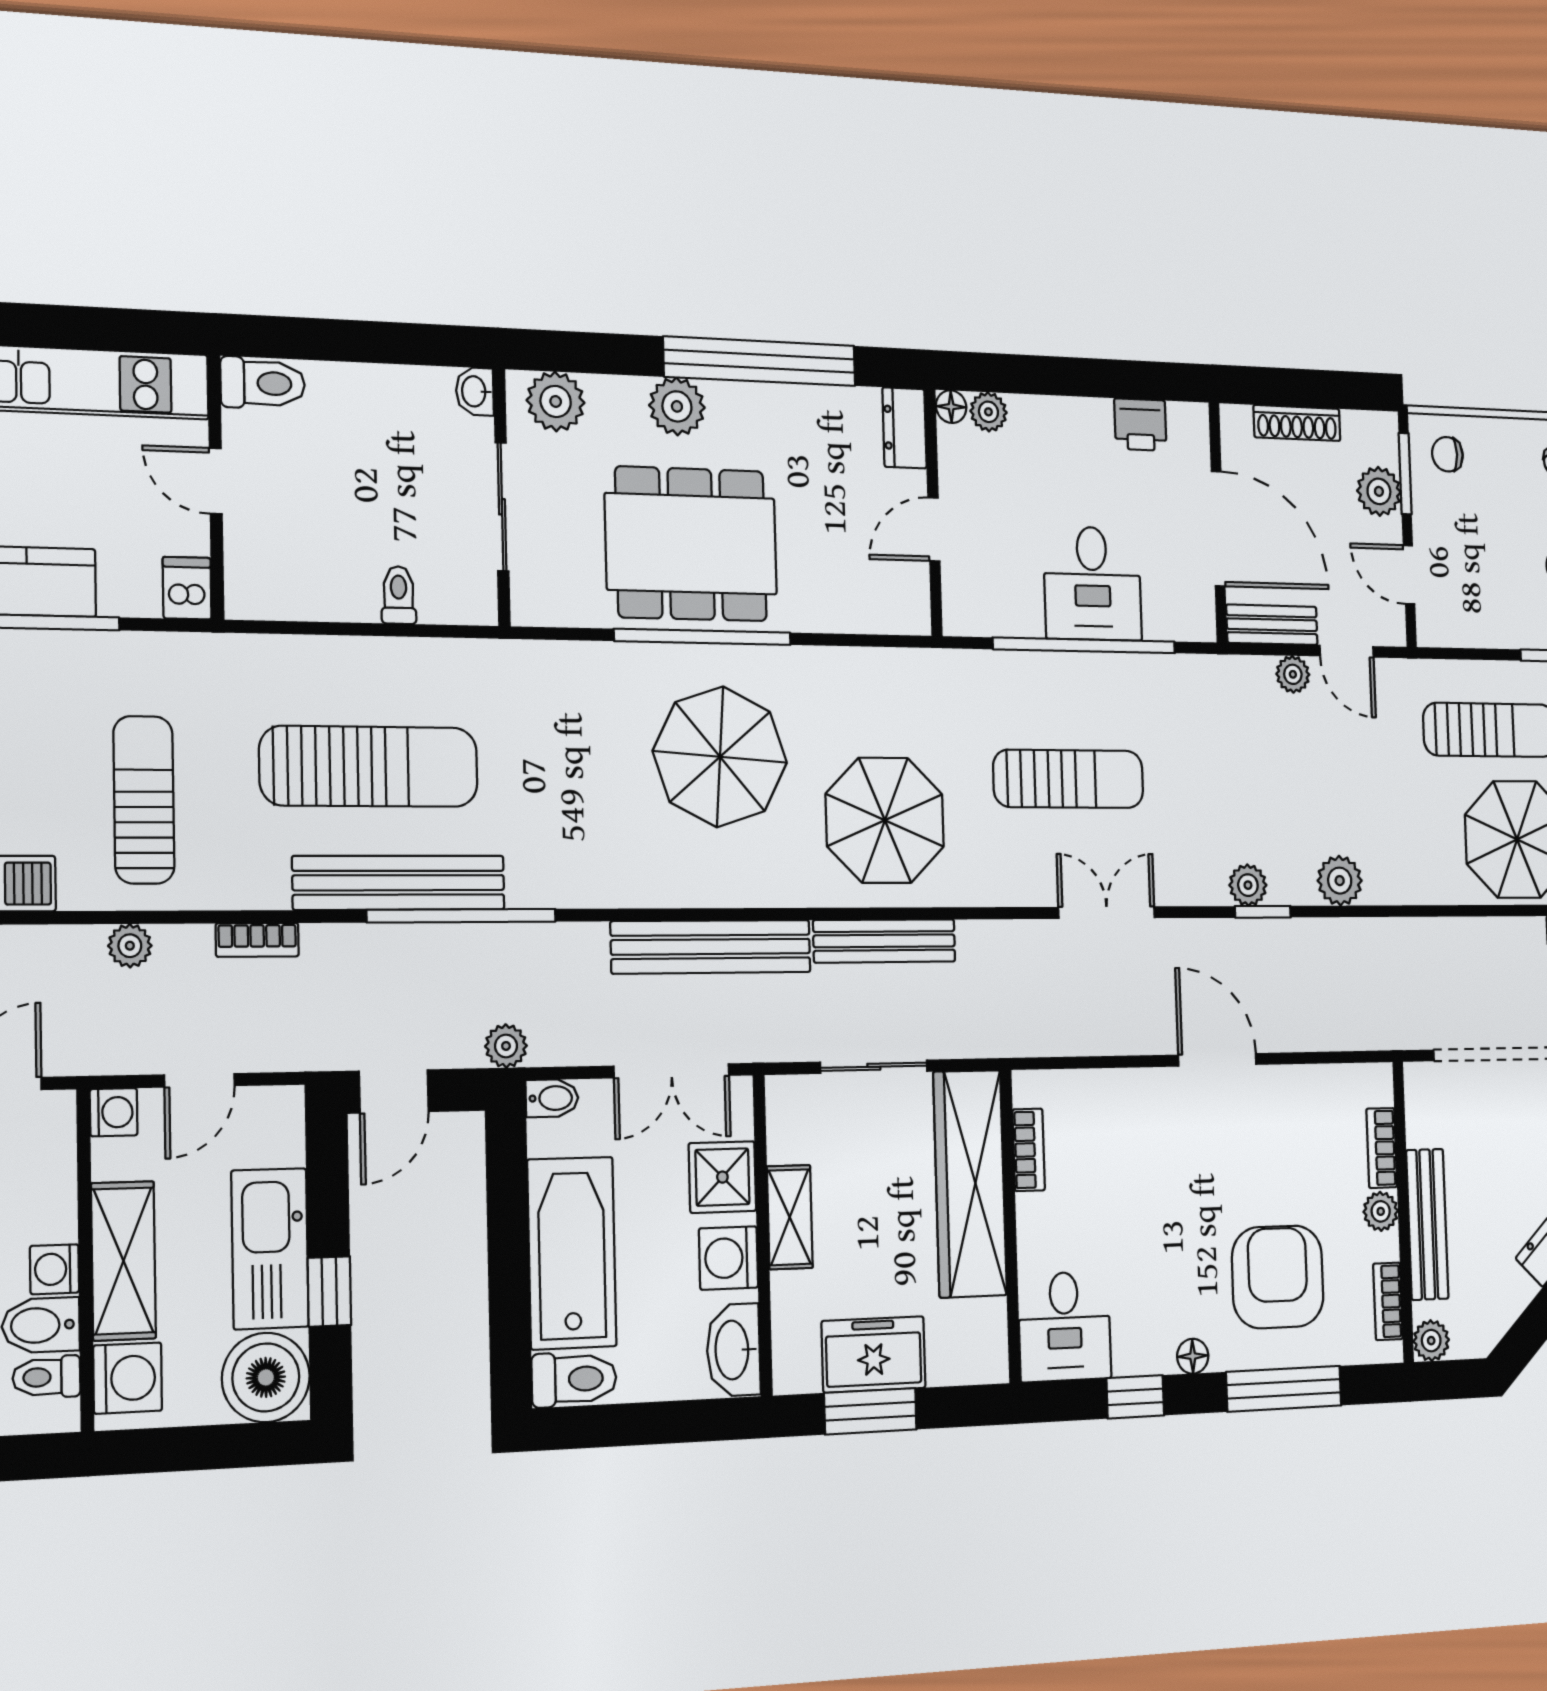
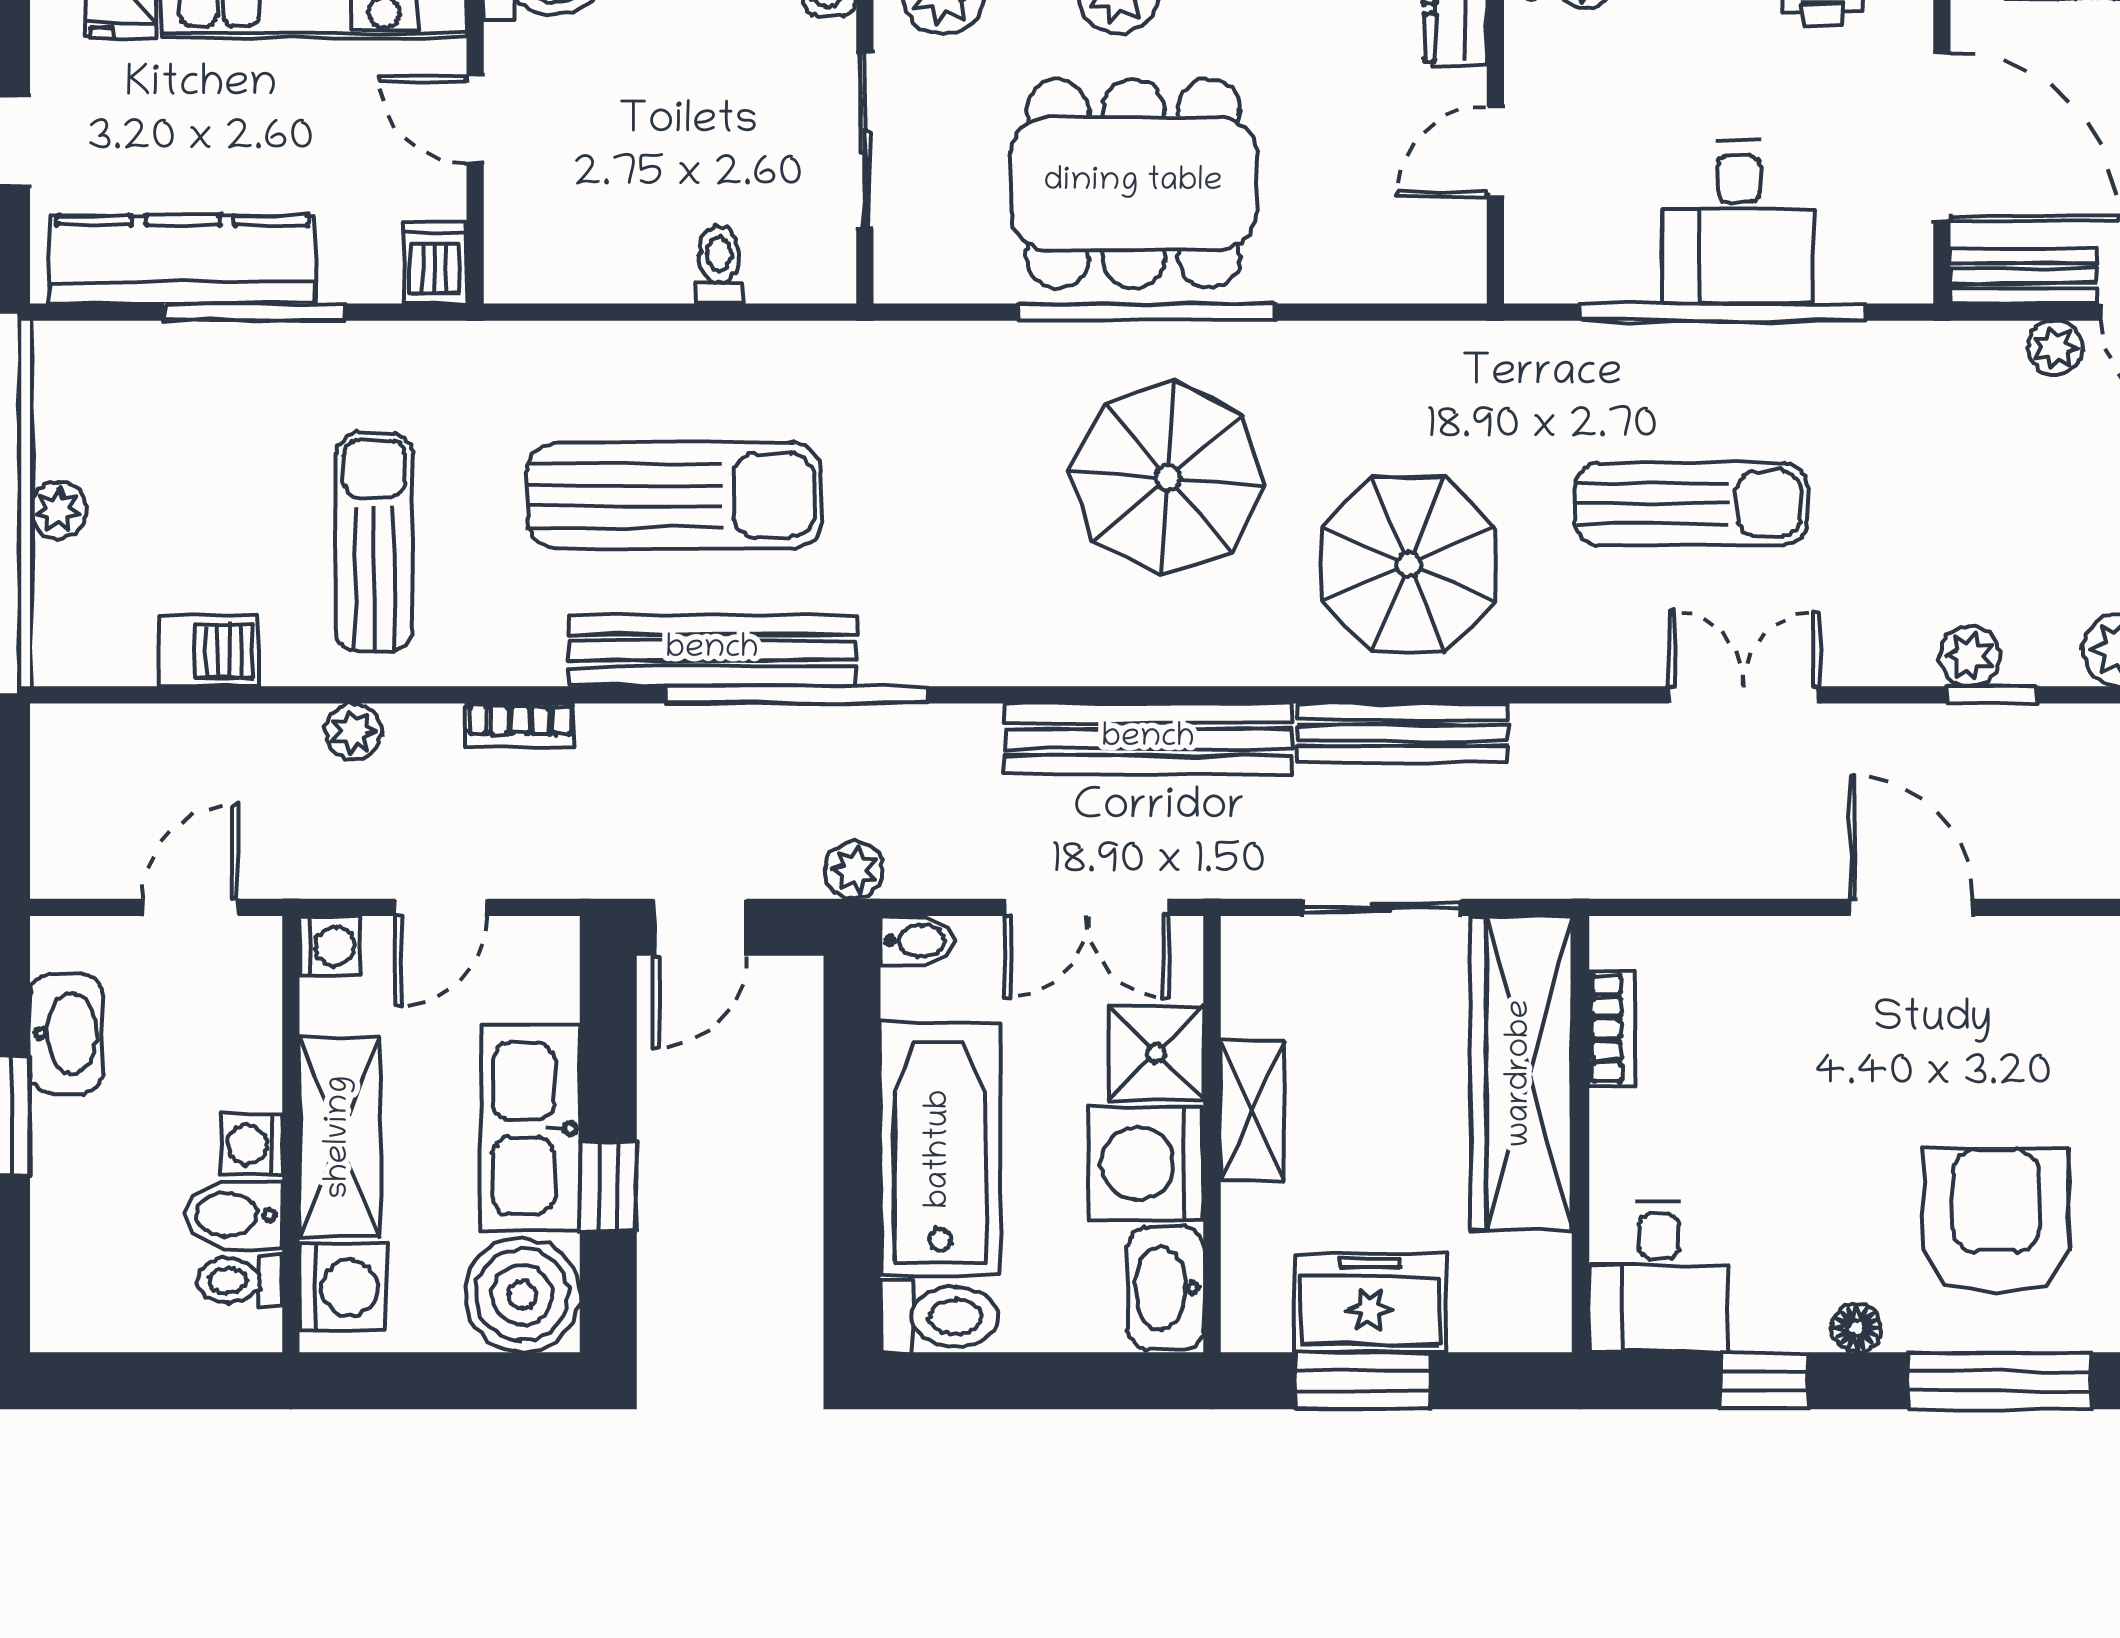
washing machine: (728, 1258) -> (1146, 1163), width x1.37, depth x1.37

